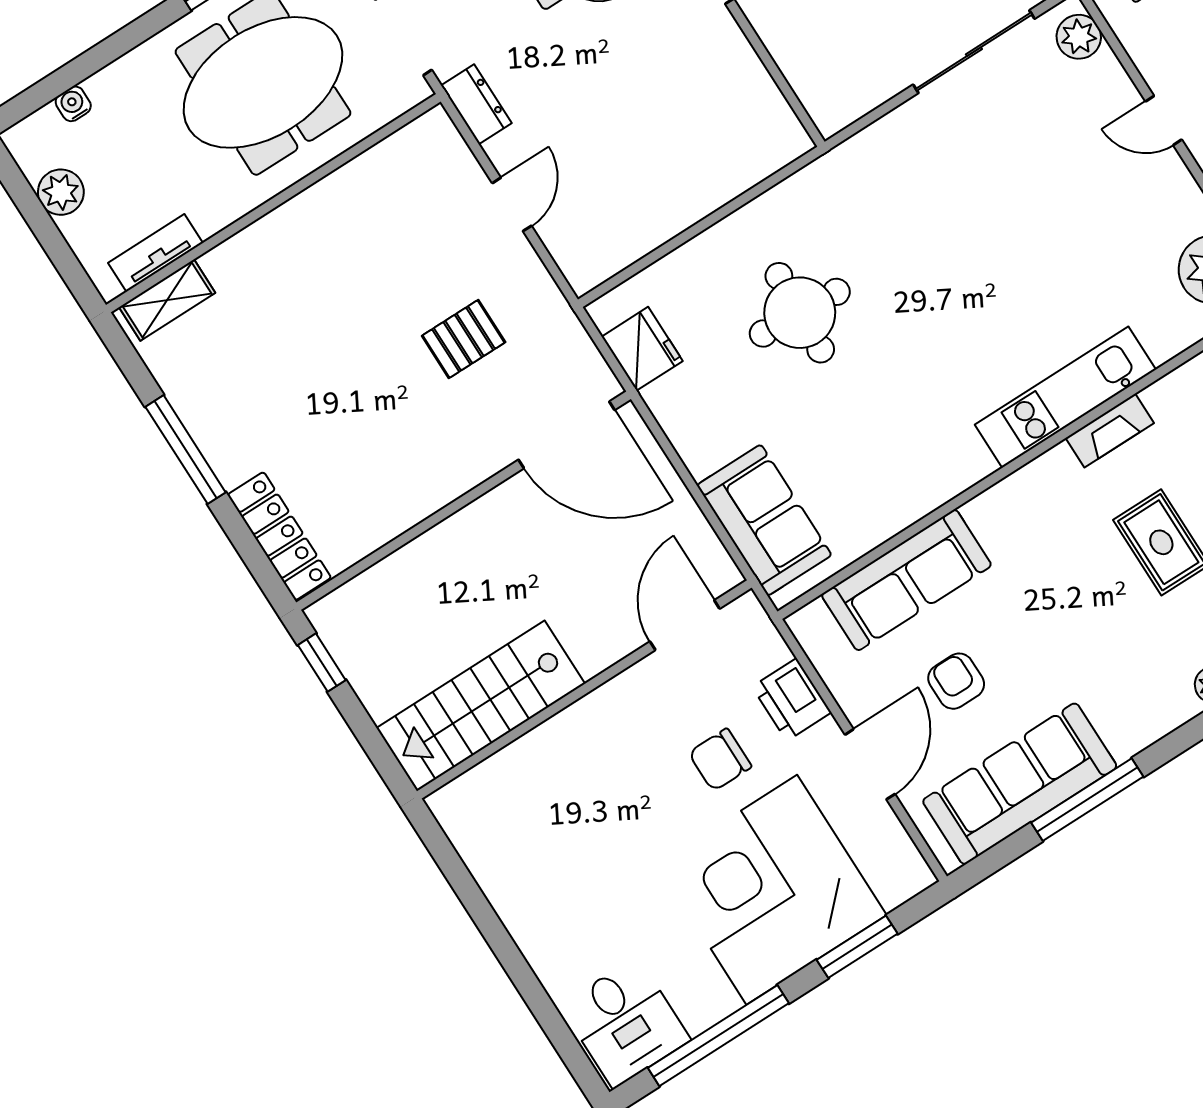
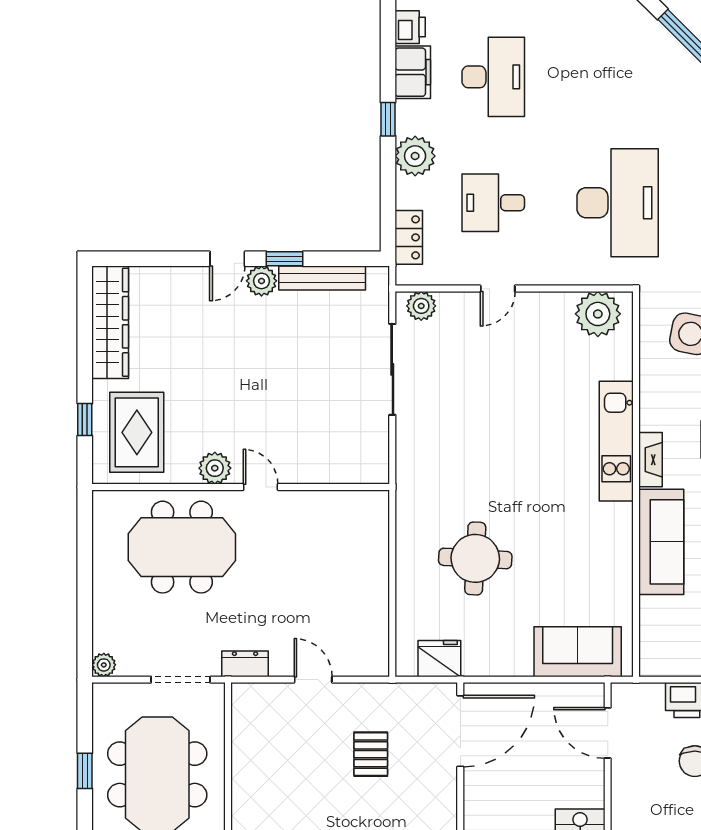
fireplace: (1110, 430) -> (650, 460), moved
sofa: (906, 580) -> (661, 542), moved

